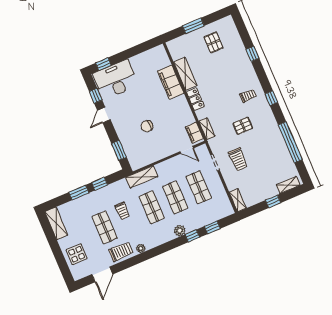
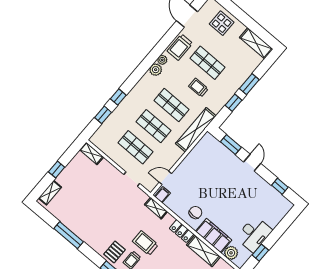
plant: (163, 61) -> (231, 253), added
window: (103, 64) -> (260, 253), moved
desk: (116, 79) -> (254, 234), moved, width x0.73, depth x0.77
door: (104, 115) -> (252, 163), moved
chair: (147, 126) -> (195, 213), moved
pallet: (243, 126) -> (115, 252), moved
filing cabinet: (194, 133) -> (162, 195), width x0.50
window: (290, 142) -> (69, 235), width x0.68
trolley: (238, 159) -> (145, 243), moved
shelving: (142, 177) -> (196, 130), width x1.47
plant: (180, 231) -> (156, 70), moved

